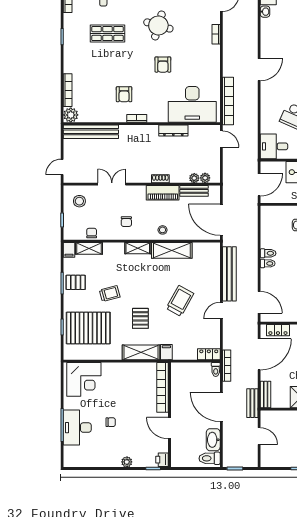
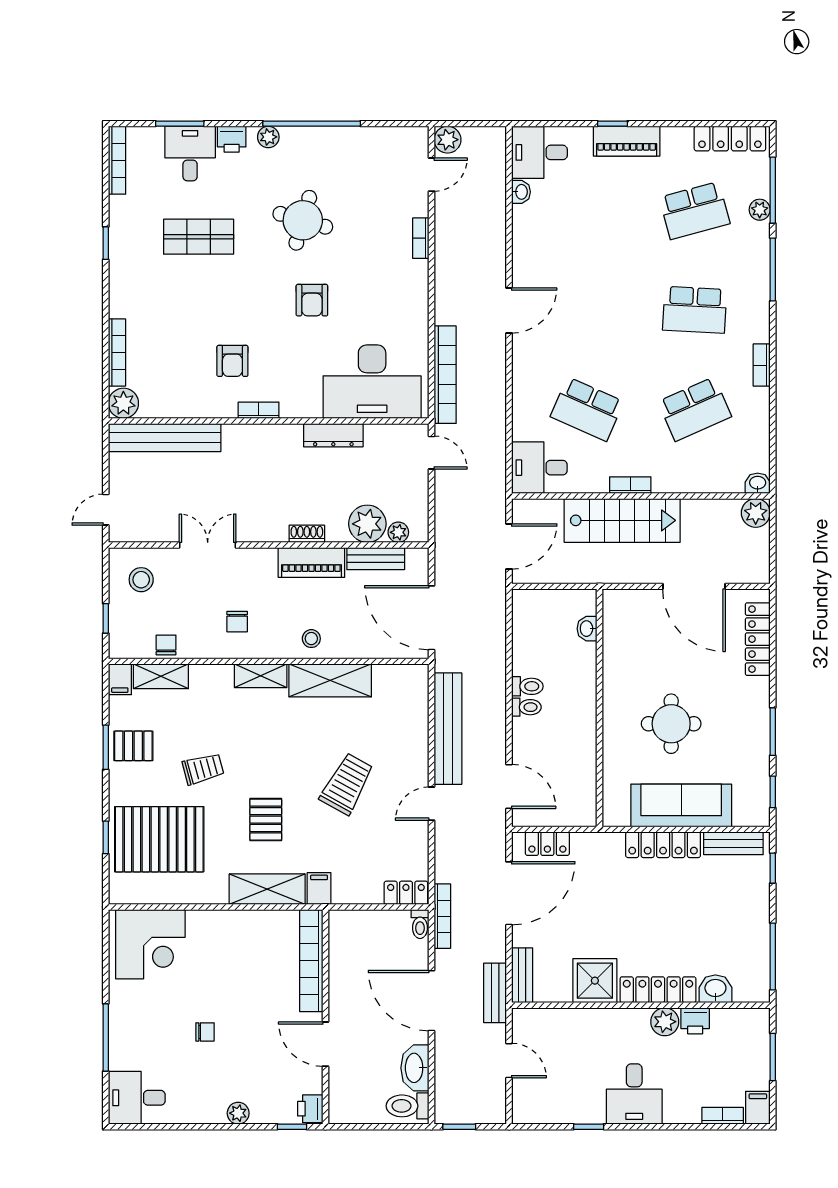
plant: (194, 178) -> (367, 524), width x1.88, depth x1.88
desk: (77, 428) -> (137, 1098), moved, width x0.73

